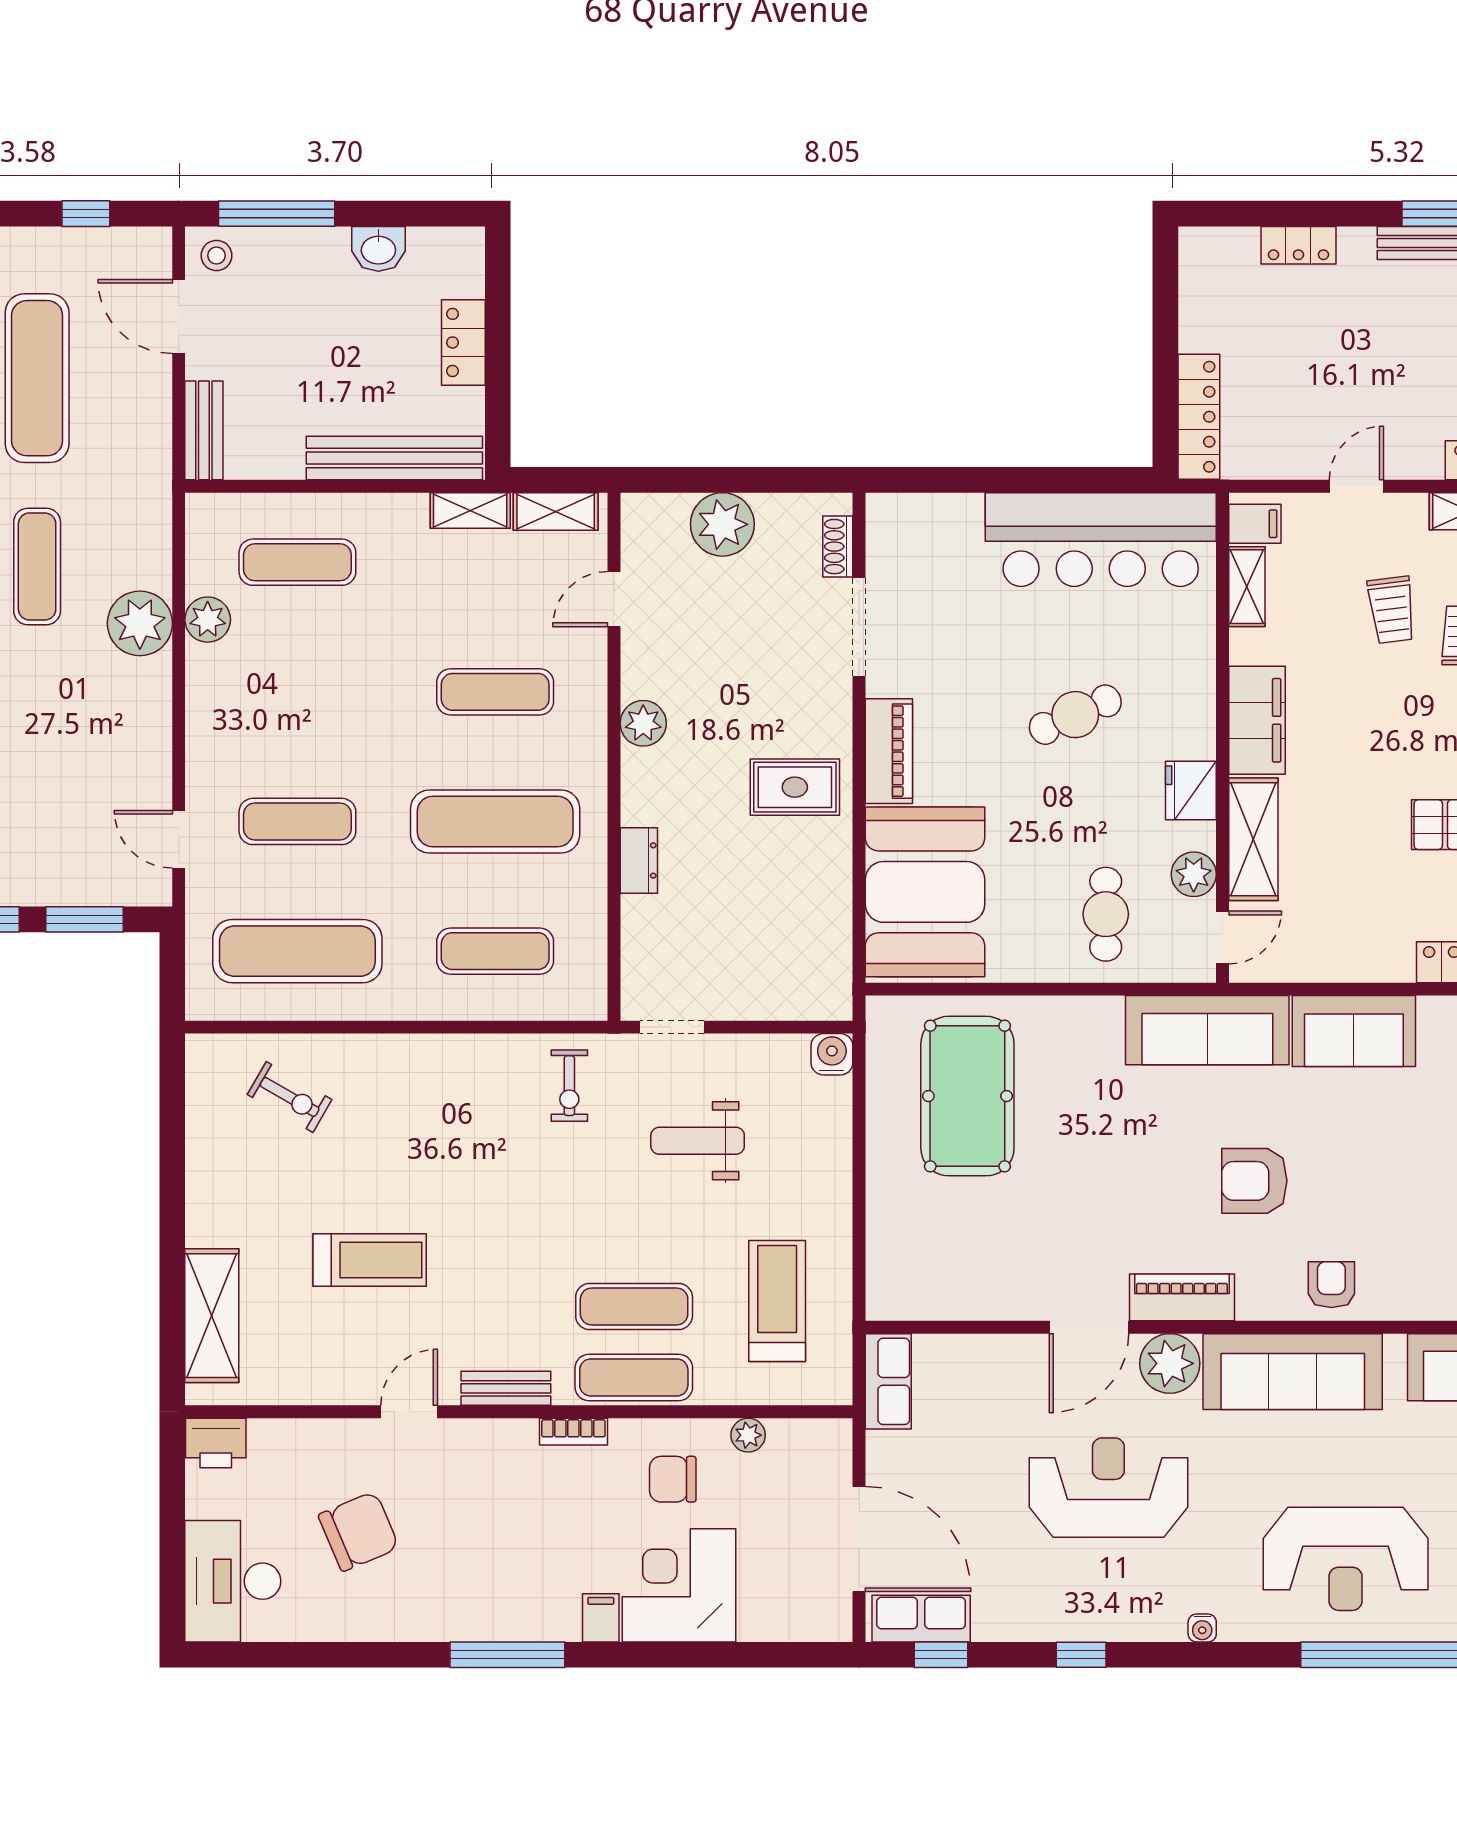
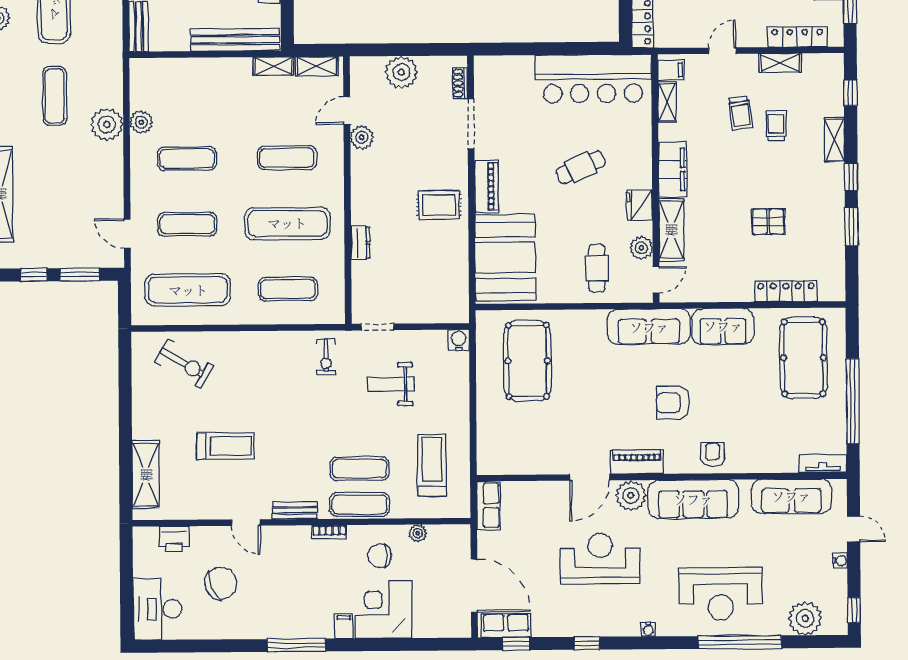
exercise mat: (297, 562) -> (187, 159), moved
plant: (643, 723) -> (362, 137), moved
exercise bike: (290, 1097) -> (184, 364), width x1.38, depth x1.39
door: (409, 1412) -> (246, 523), swing flipped
printer: (216, 1443) -> (174, 539), moved

